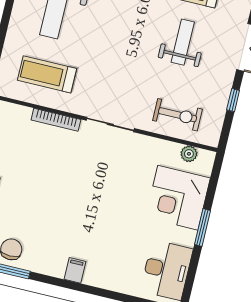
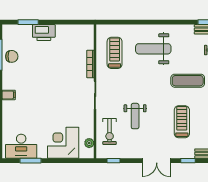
weight bench: (183, 42) -> (135, 116), moved, turned 90
window: (233, 100) -> (113, 161), moved
window: (202, 228) -> (31, 161), moved

